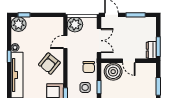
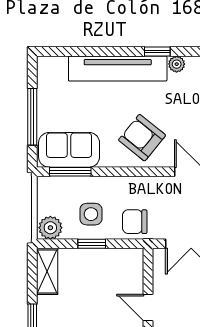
door: (129, 61) -> (148, 307), hinge flipped
boiler: (113, 72) -> (125, 274), removed

